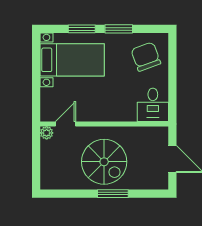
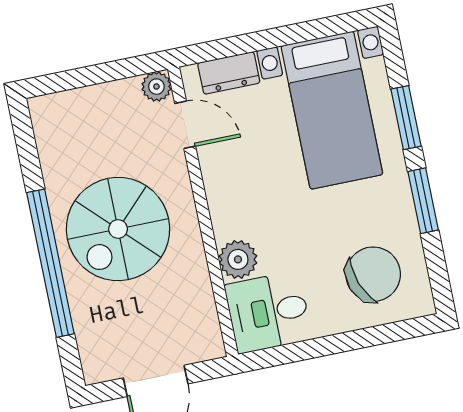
dresser: (47, 101) -> (229, 73), added
plant: (128, 113) -> (238, 259), added
window: (113, 194) -> (50, 263), width x2.11

